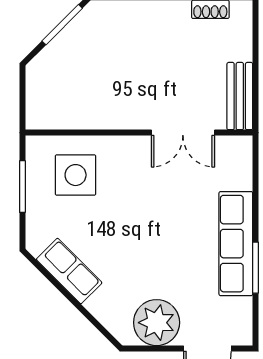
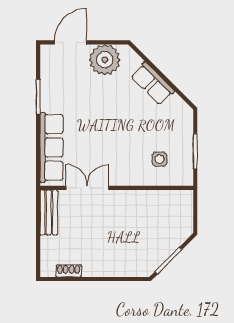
side table: (76, 175) -> (159, 159), width x0.54, depth x0.54
row of seats: (236, 244) -> (51, 147), moved
row of seats: (69, 271) -> (153, 83), moved

